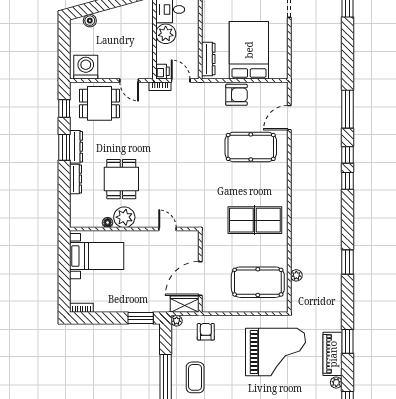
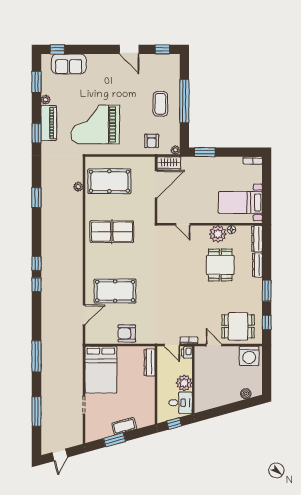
bed: (249, 50) -> (101, 370), moved
window: (348, 109) -> (36, 356), moved
dresser: (76, 147) -> (257, 239), moved

